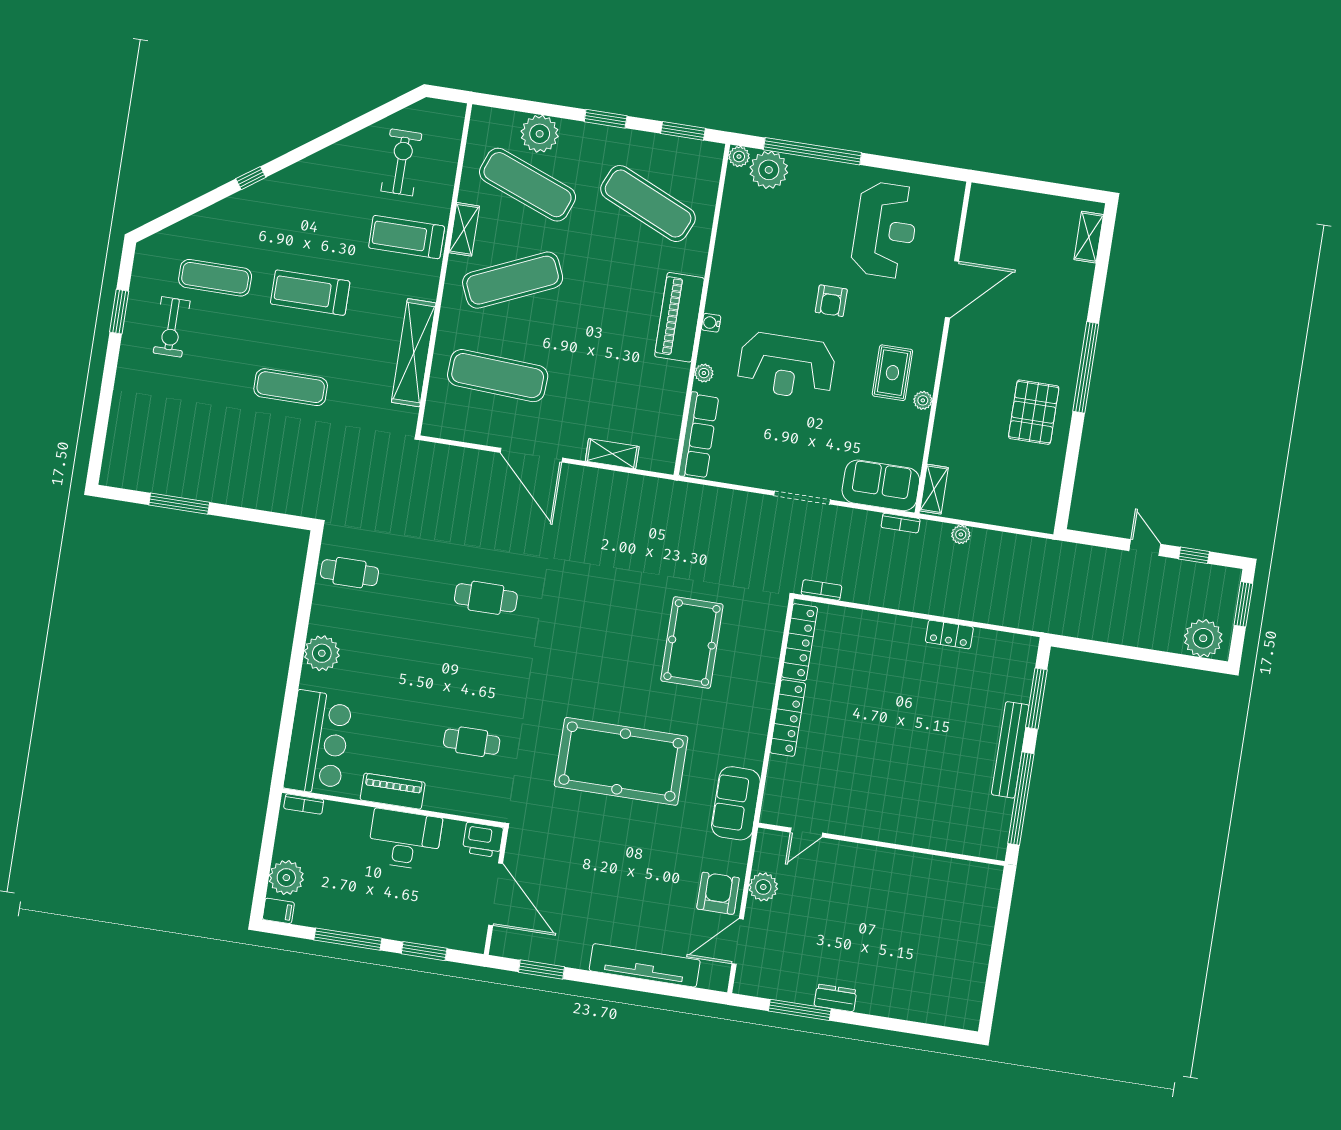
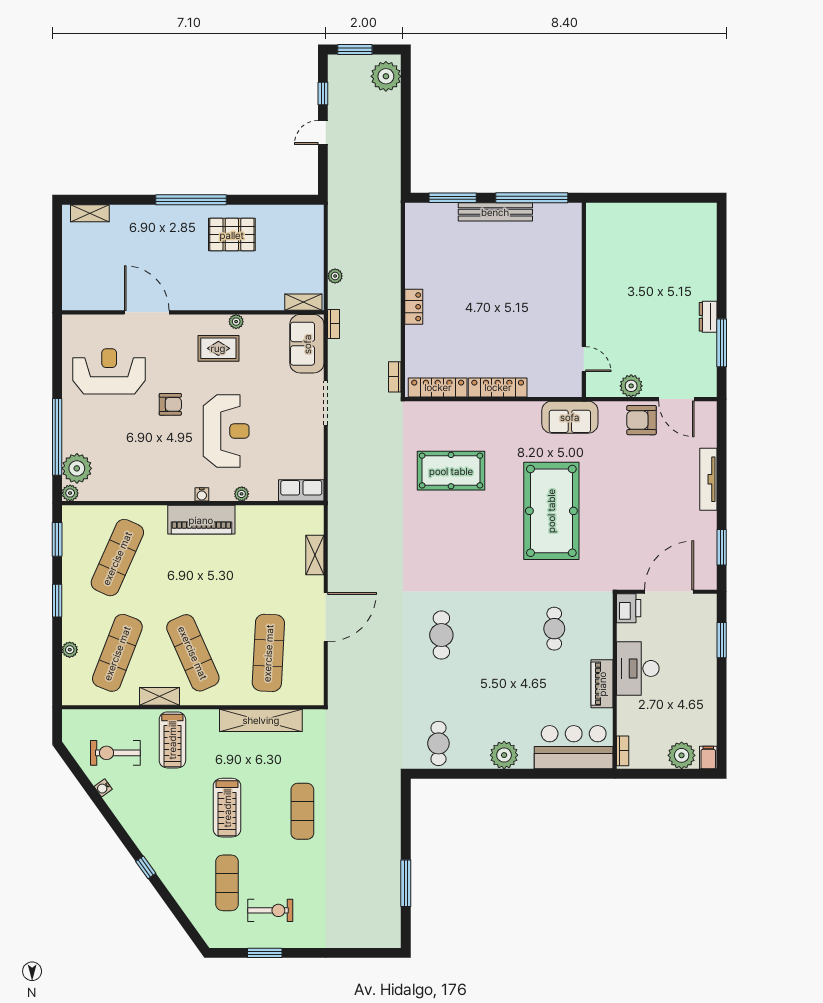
plant: (540, 134) -> (70, 650), width x0.53, depth x0.53
water cooler: (360, 140) -> (103, 788), added
row of seats: (699, 436) -> (301, 490), width x0.68
locker: (949, 634) -> (414, 307), moved
window: (348, 939) -> (722, 700), removed
tv unit: (645, 965) -> (708, 479), width x0.73, depth x0.78

